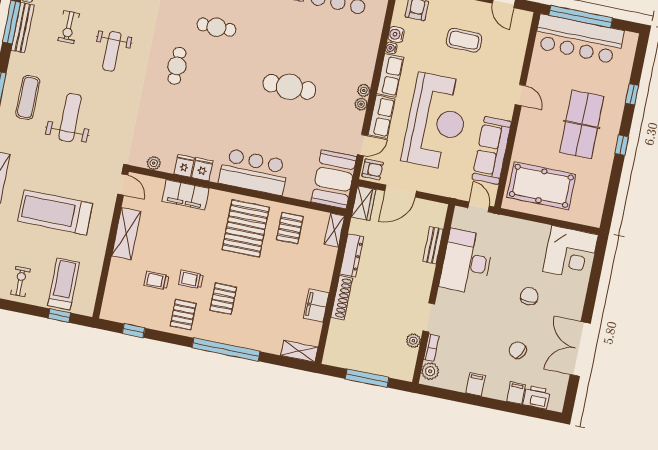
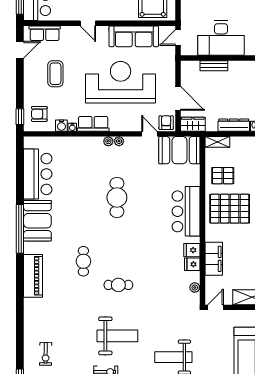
weight bench: (112, 51) -> (117, 336), width x1.36, depth x1.33
door: (520, 95) -> (88, 23), swing flipped
row of seats: (382, 117) -> (45, 33), moved, turned 180

